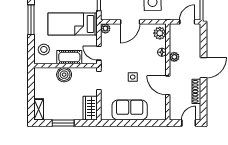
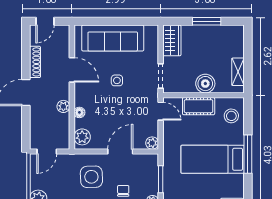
bed: (73, 24) -> (213, 159), moved, turned 180
shelving: (39, 109) -> (238, 72), moved
sofa: (130, 110) -> (113, 38), width x1.36

